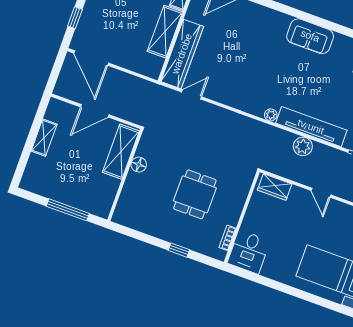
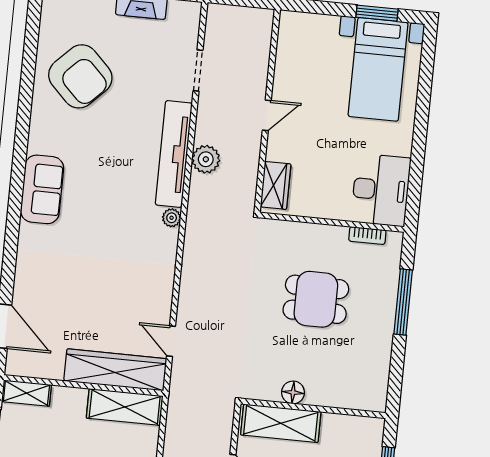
shelving: (165, 32) -> (125, 407), moved
window: (179, 250) -> (403, 302), width x2.17
desk: (249, 252) -> (381, 190), width x1.37

